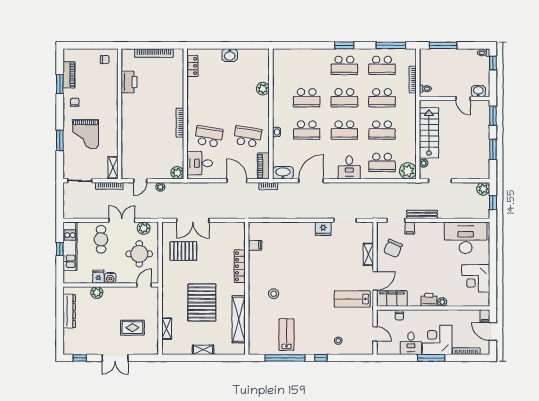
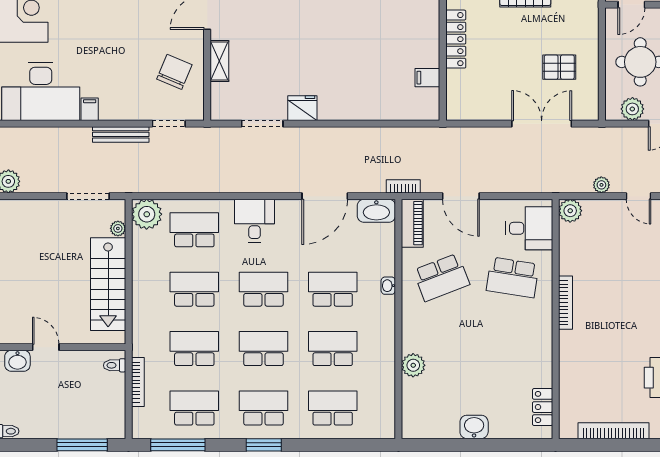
school desk: (307, 65) -> (333, 408), added
school desk: (247, 137) -> (441, 277), turned -30
door: (140, 181) -> (638, 196), swing flipped
filing cabinet: (410, 228) -> (90, 109), moved
pallet: (183, 251) -> (559, 67), width x0.67, depth x0.71

